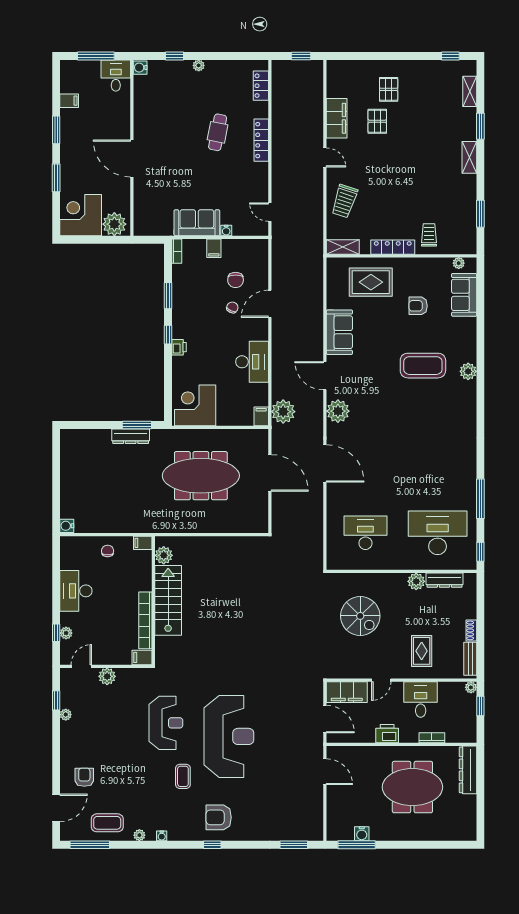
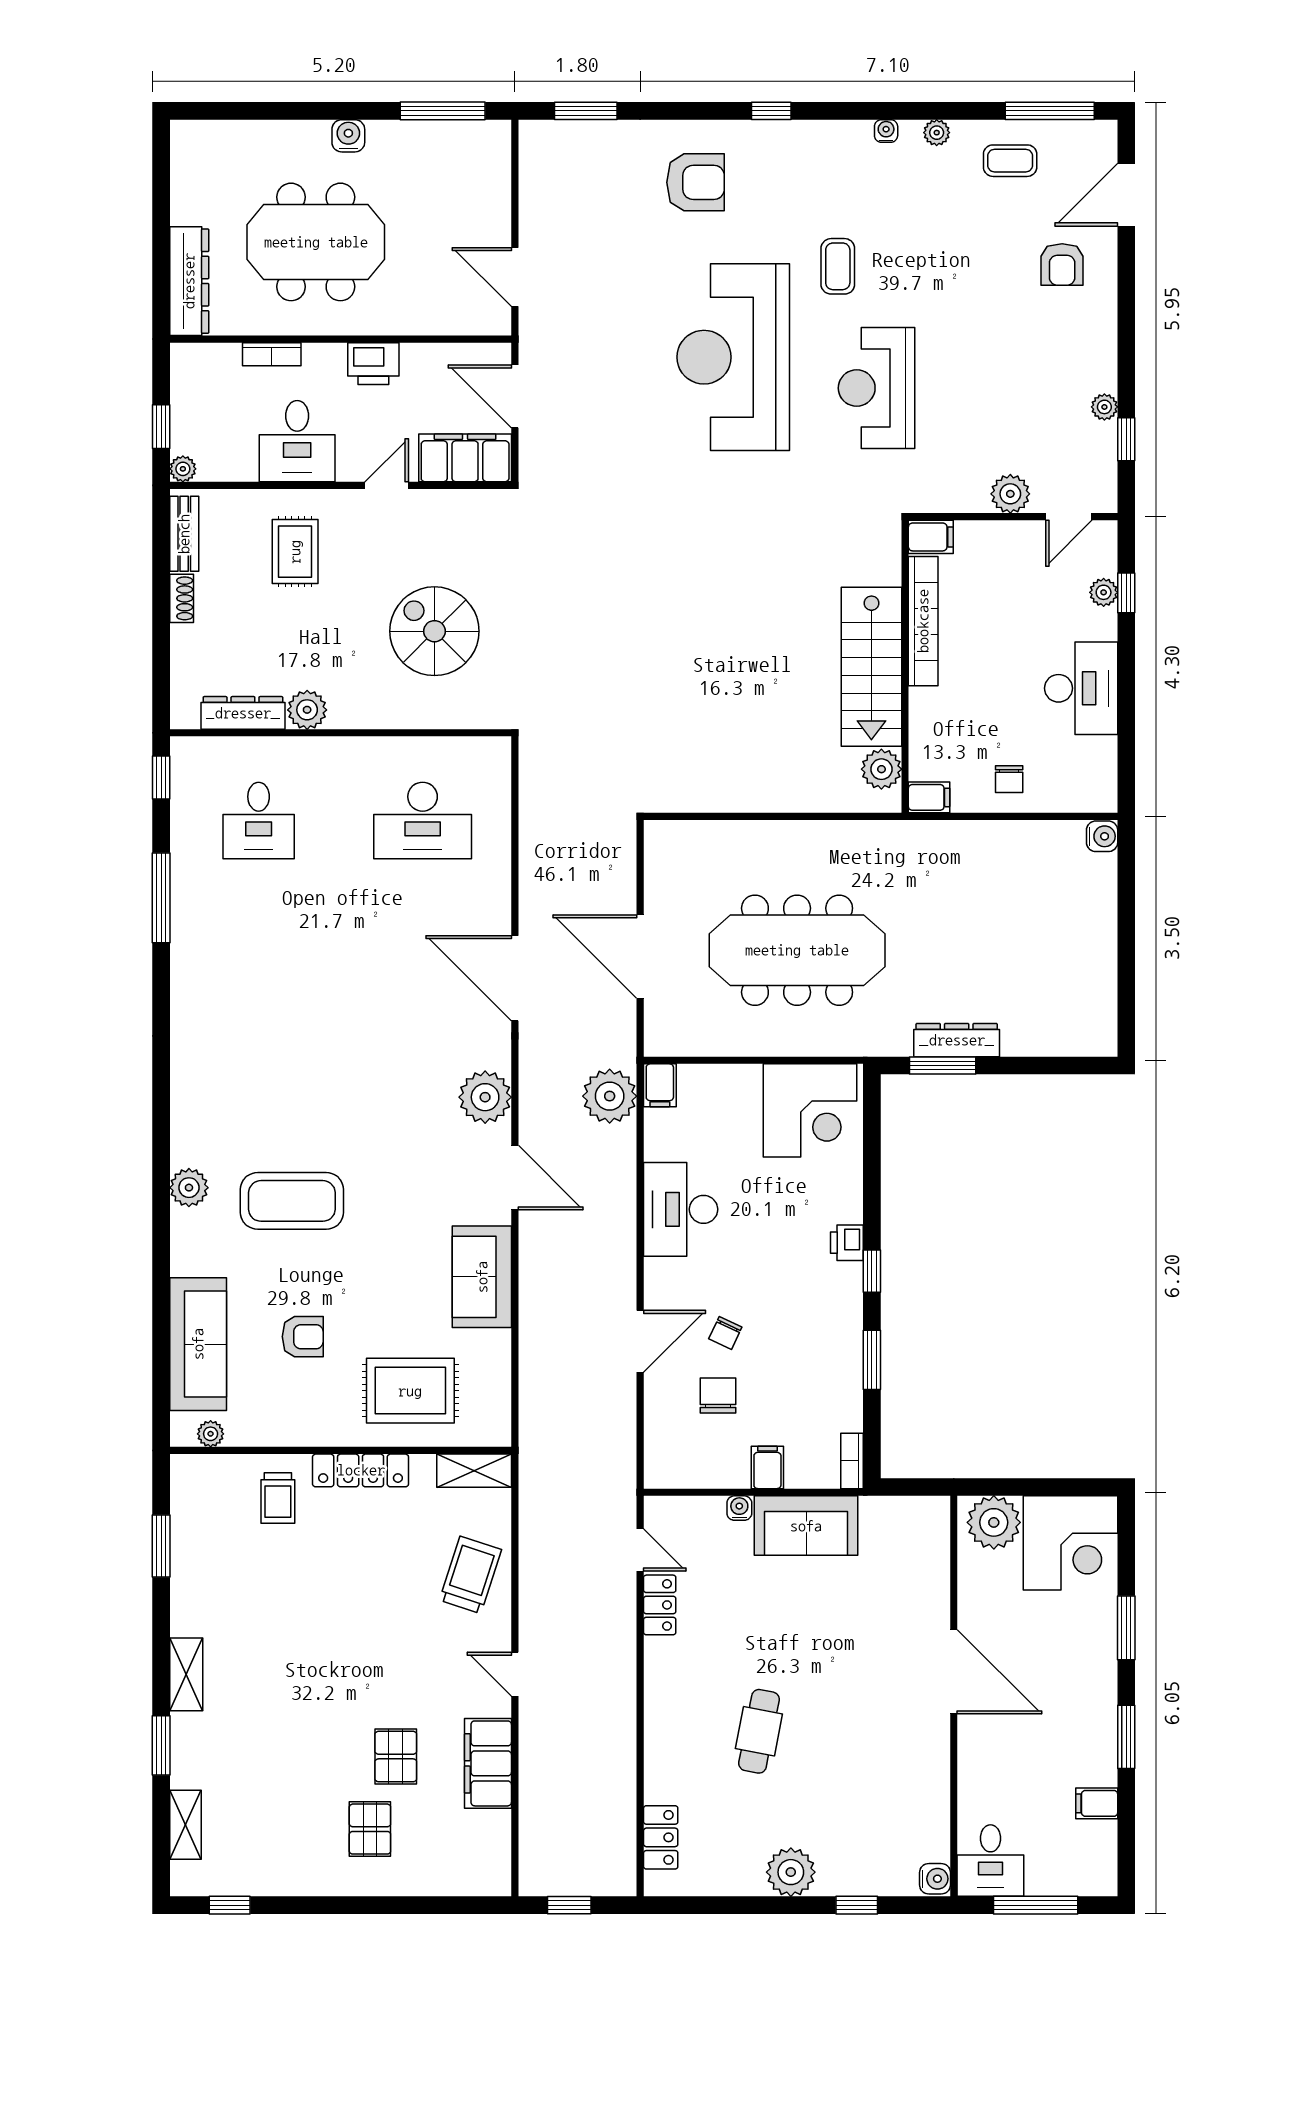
plant: (199, 65) -> (791, 1872), width x1.88, depth x1.88
locker: (261, 140) -> (660, 1605), moved, width x0.66
sofa: (464, 295) -> (198, 1344), width x1.36
desk: (438, 533) -> (259, 820), width x0.53, depth x0.77
armchair: (219, 817) -> (696, 182), moved
coffee table: (107, 823) -> (1010, 161), width x0.73, depth x0.77
water cooler: (362, 834) -> (348, 136), moved

